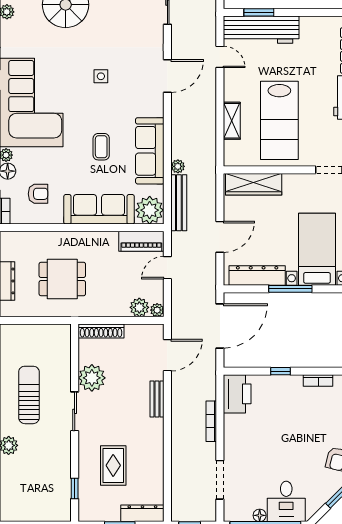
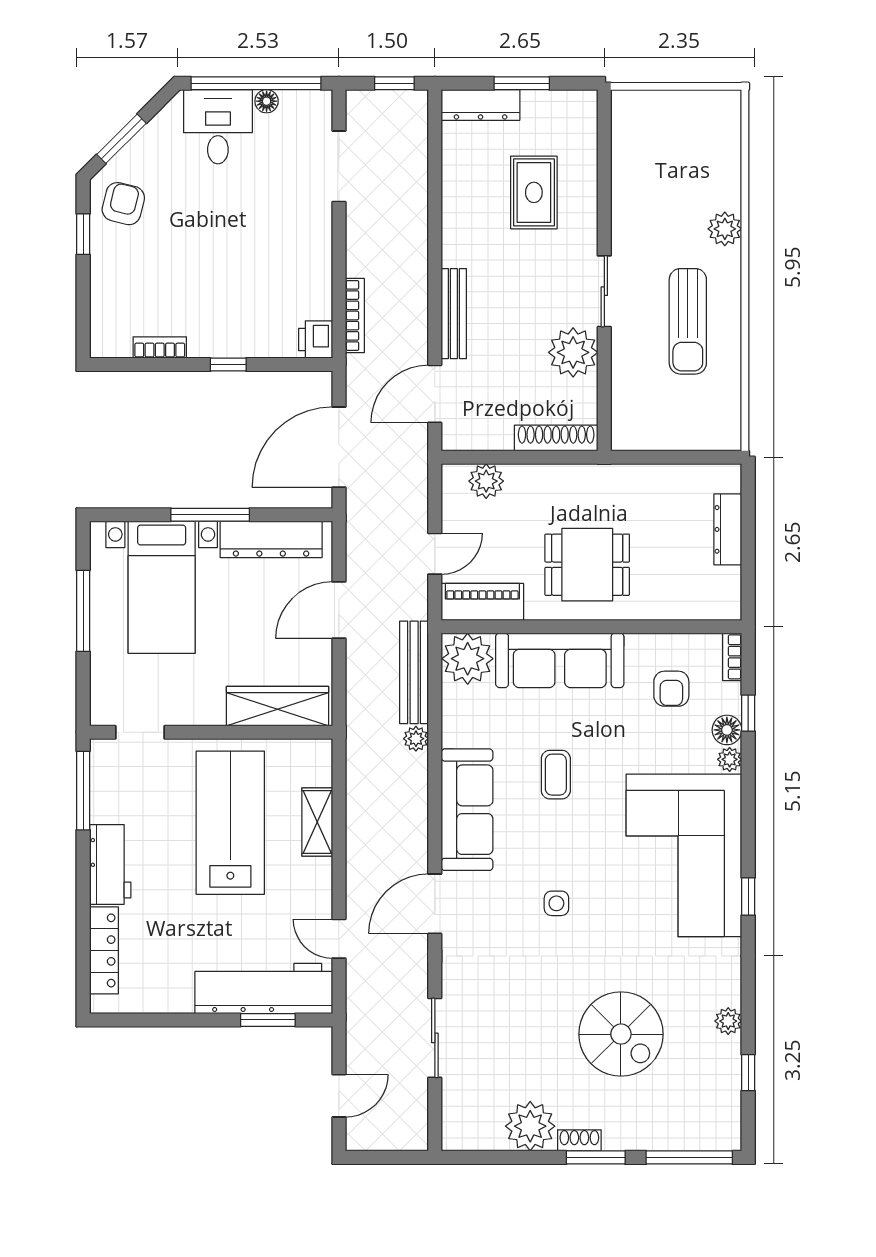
sofa: (150, 151) -> (467, 810), moved
armchair: (38, 194) -> (671, 689), turned -90
dining table: (62, 279) -> (587, 565), moved
plant: (157, 310) -> (454, 476), removed
printer: (237, 394) -> (316, 339), width x0.53, depth x0.68
bench: (157, 399) -> (454, 314), width x1.36
bookcase: (211, 421) -> (355, 315), moved
window: (75, 488) -> (604, 150), removed

